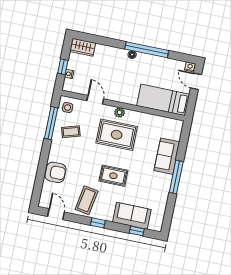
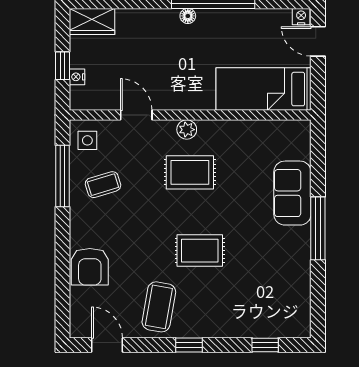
rug: (117, 135) -> (190, 172), width x0.73, depth x0.70
armchair: (55, 172) -> (90, 267), turned 90
sofa: (132, 216) -> (250, 319), removed

